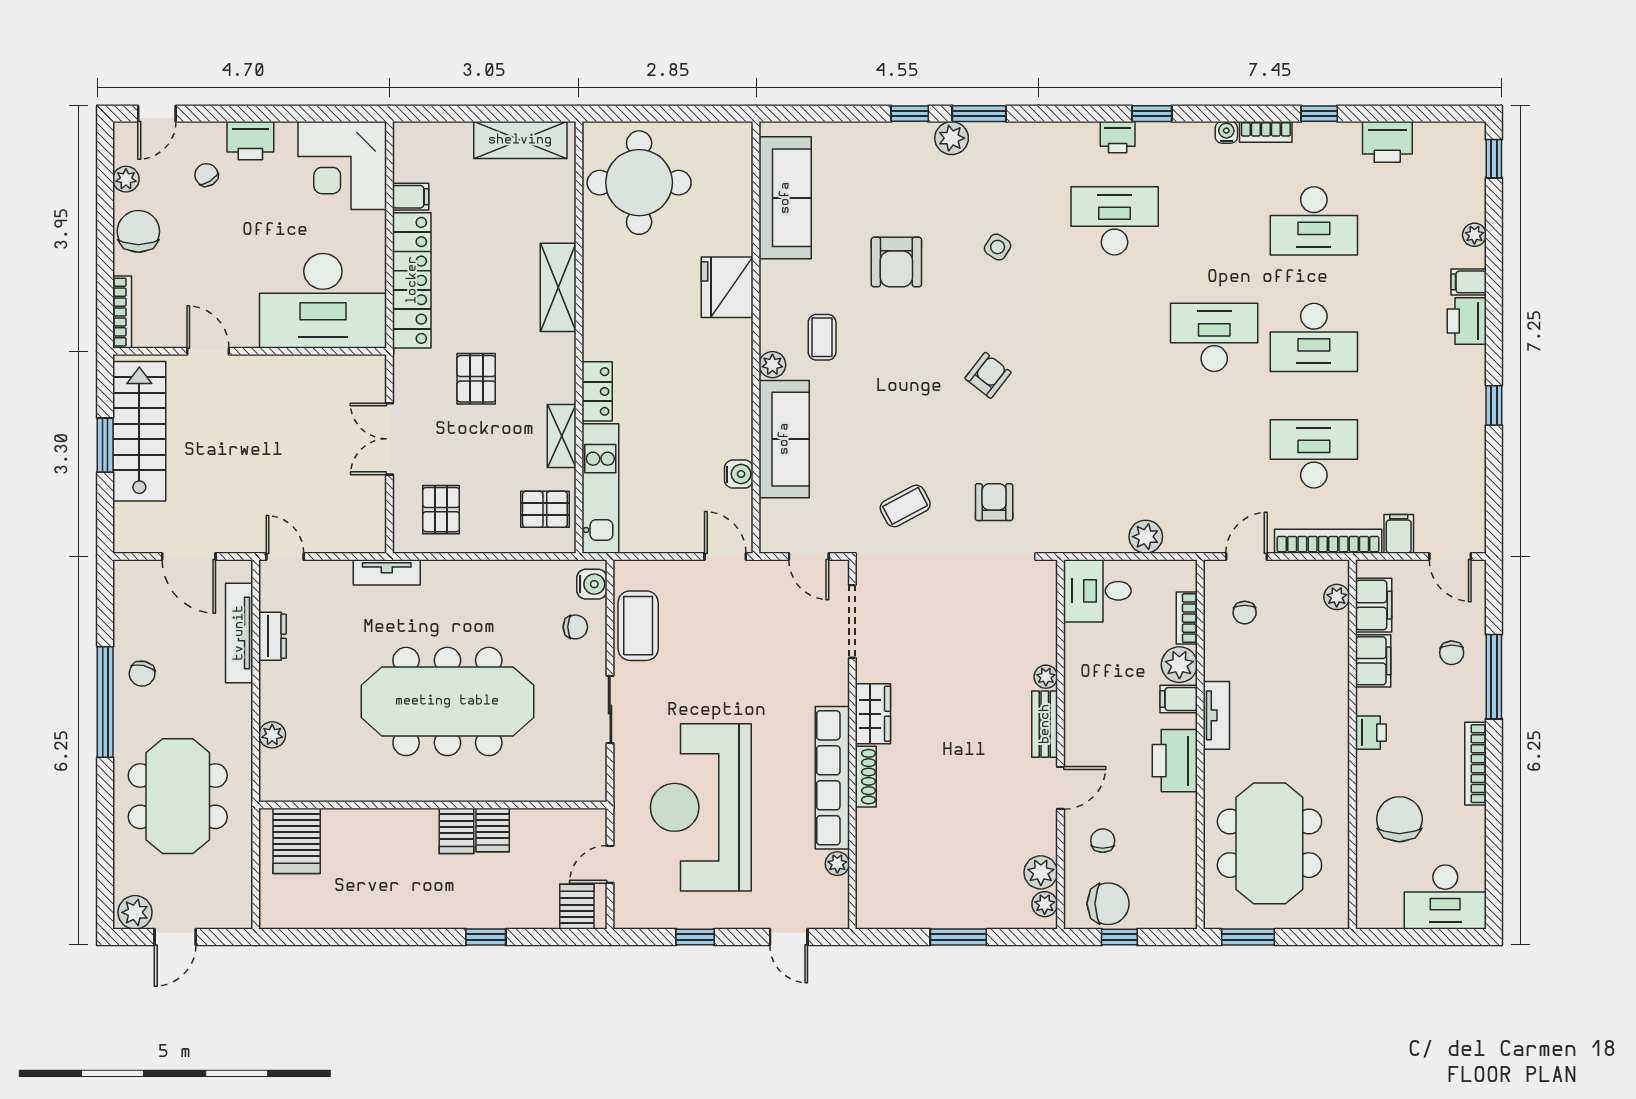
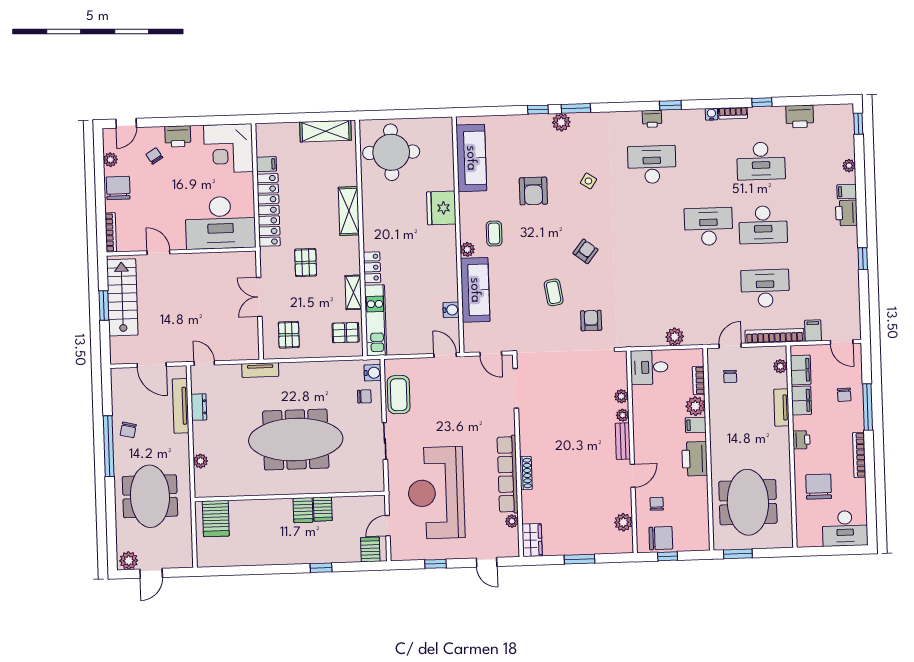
coffee table: (905, 506) -> (554, 292), moved, turned -71
wardrobe: (873, 714) -> (532, 540), moved
tv unit: (1216, 715) -> (782, 408), moved, turned 180
plant: (1045, 904) -> (621, 396), moved

